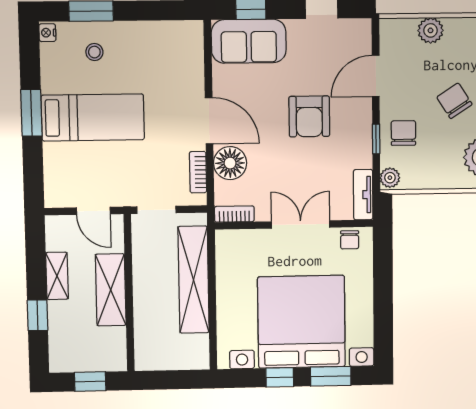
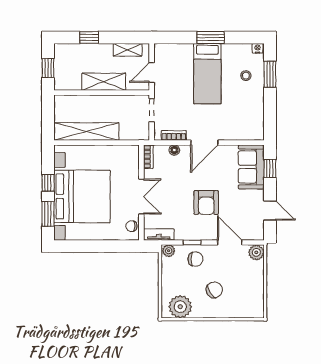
plant: (431, 30) -> (256, 252), moved
armchair: (309, 116) -> (206, 202), turned -90
floor lamp: (230, 163) -> (174, 150), width x0.53, depth x0.53
shelving: (57, 276) -> (128, 50), moved
shelving: (194, 280) -> (86, 132), moved

